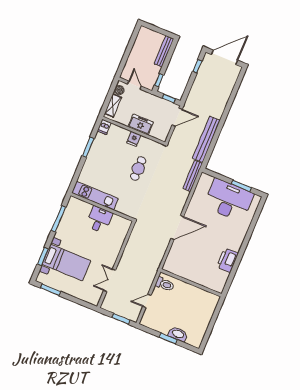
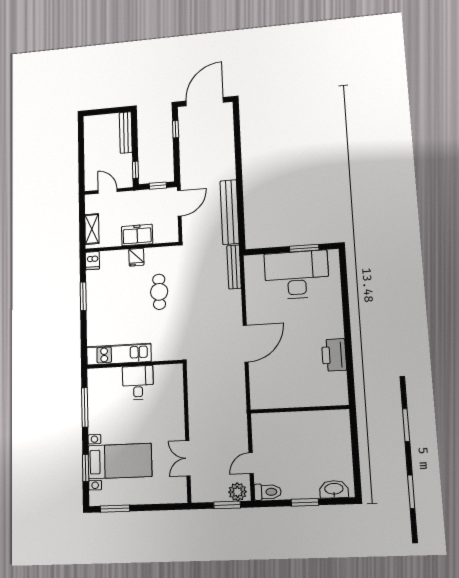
boiler: (119, 90) -> (91, 207), removed
toilet: (165, 284) -> (268, 492), moved
plant: (131, 314) -> (238, 492), added
washbasin: (178, 334) -> (334, 489), moved

